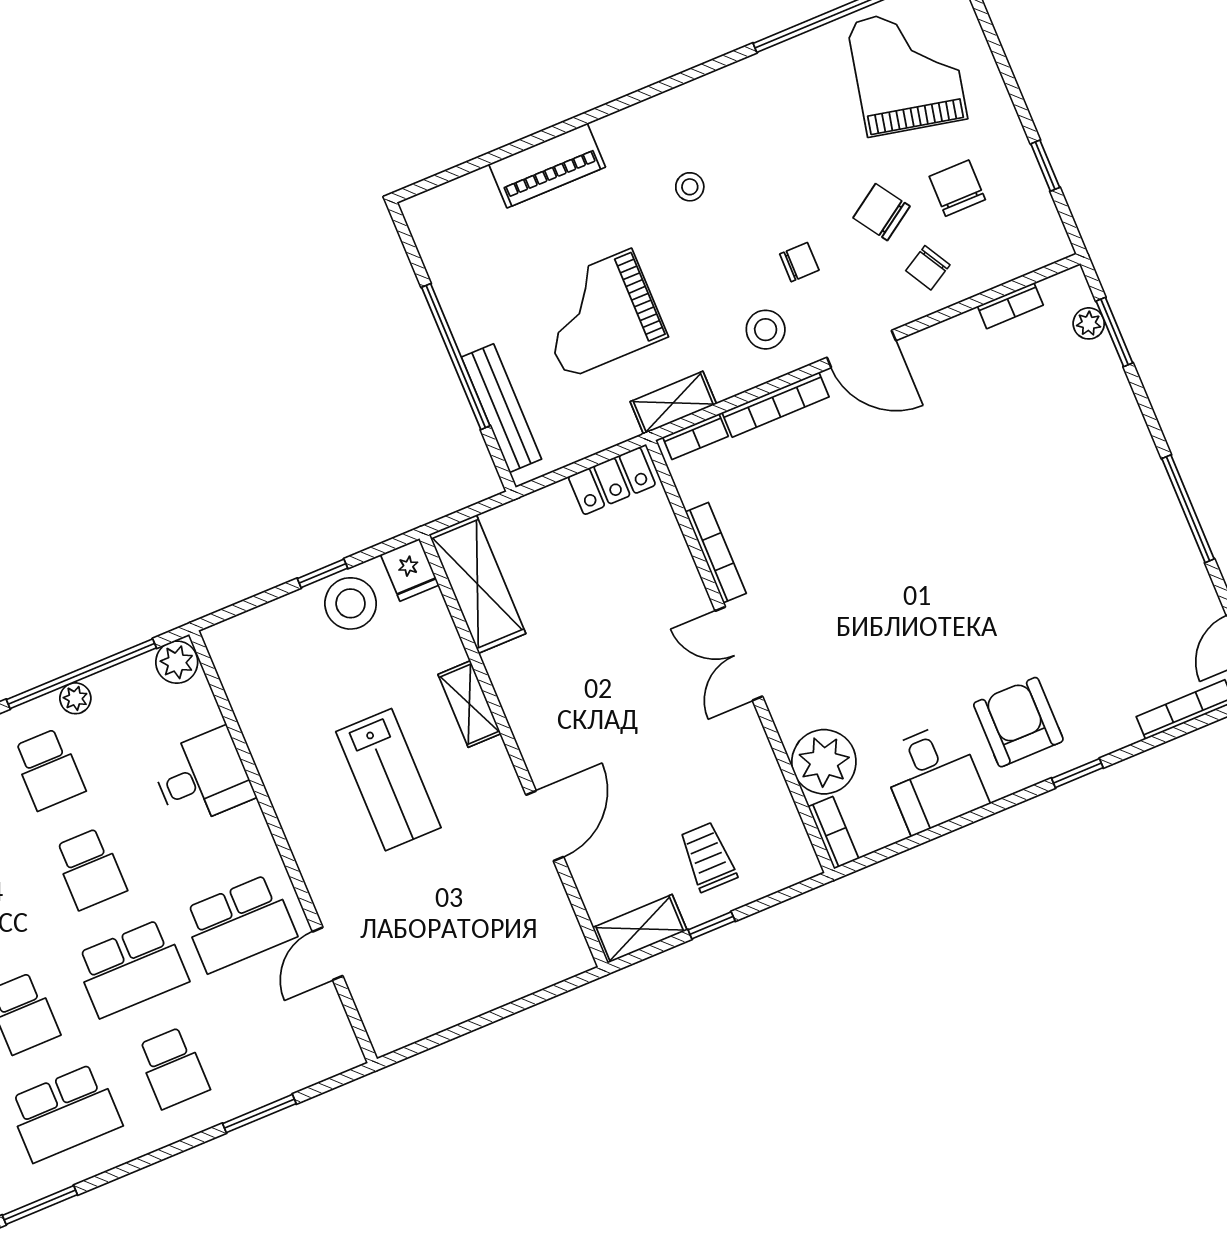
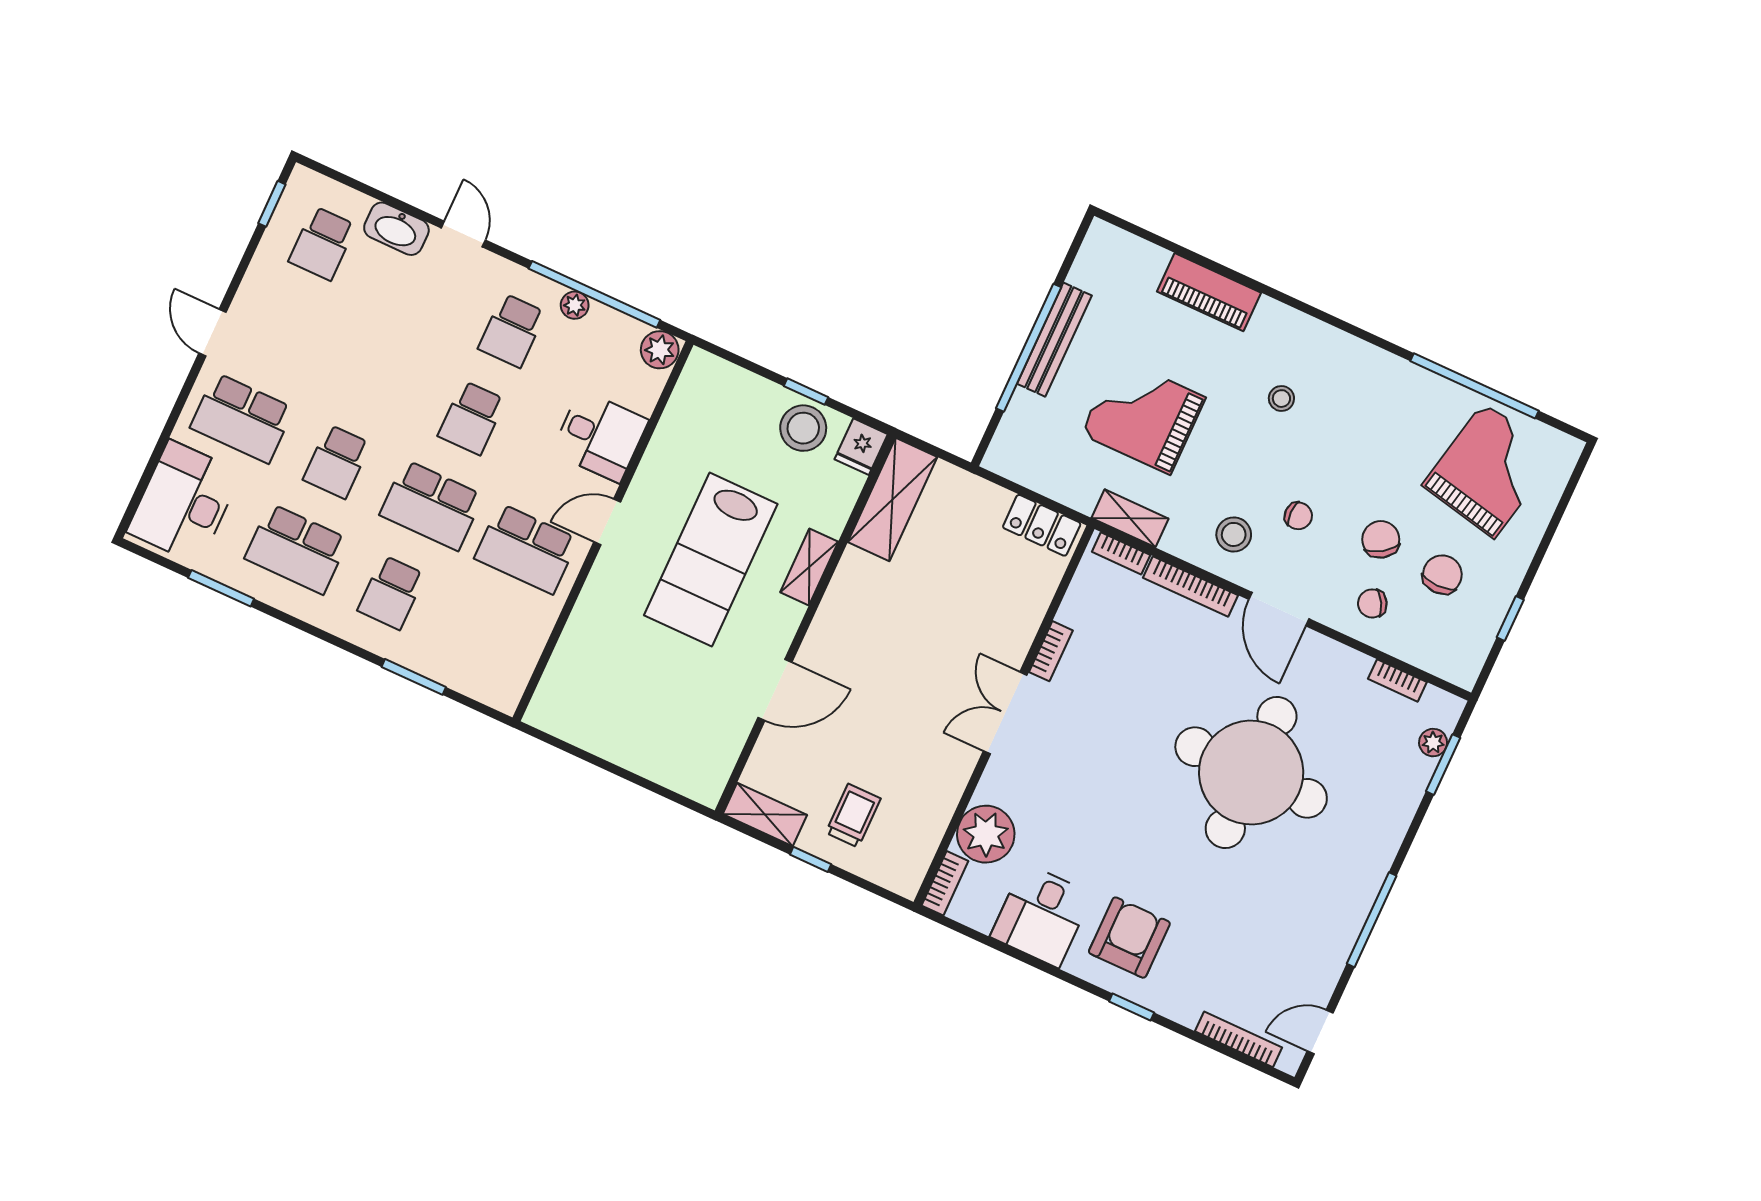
bench: (501, 408) -> (1054, 340), moved
round table: (975, 496) -> (1251, 772), added
bookcase: (716, 553) -> (1051, 651), width x0.64
lab bench: (388, 780) -> (711, 560), width x1.36, depth x1.39
door: (328, 954) -> (607, 522), moved

